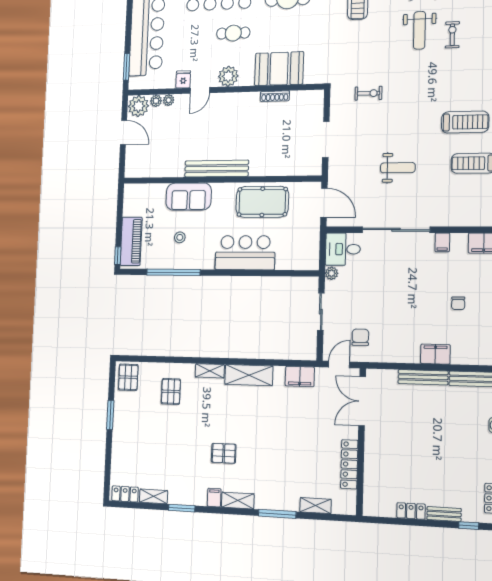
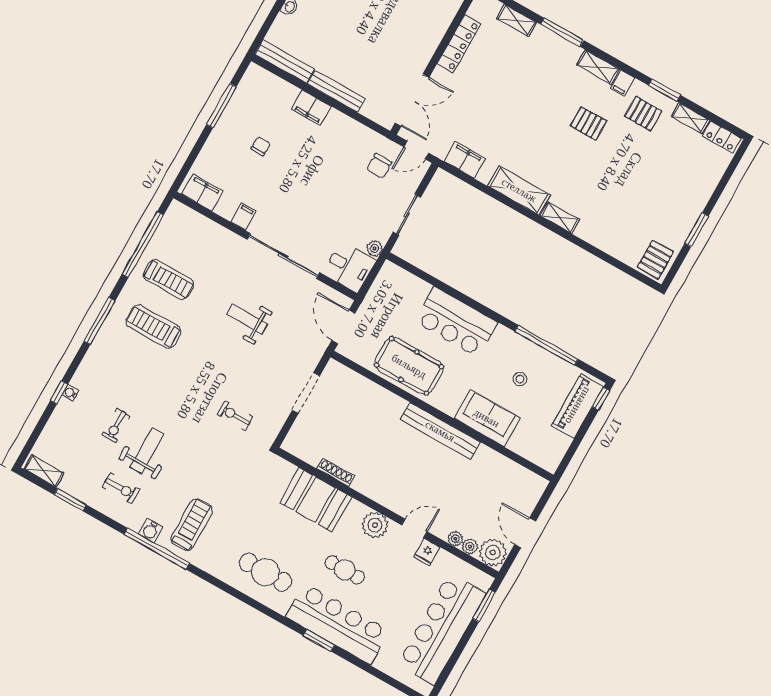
pallet: (171, 391) -> (643, 114), moved, turned 90

